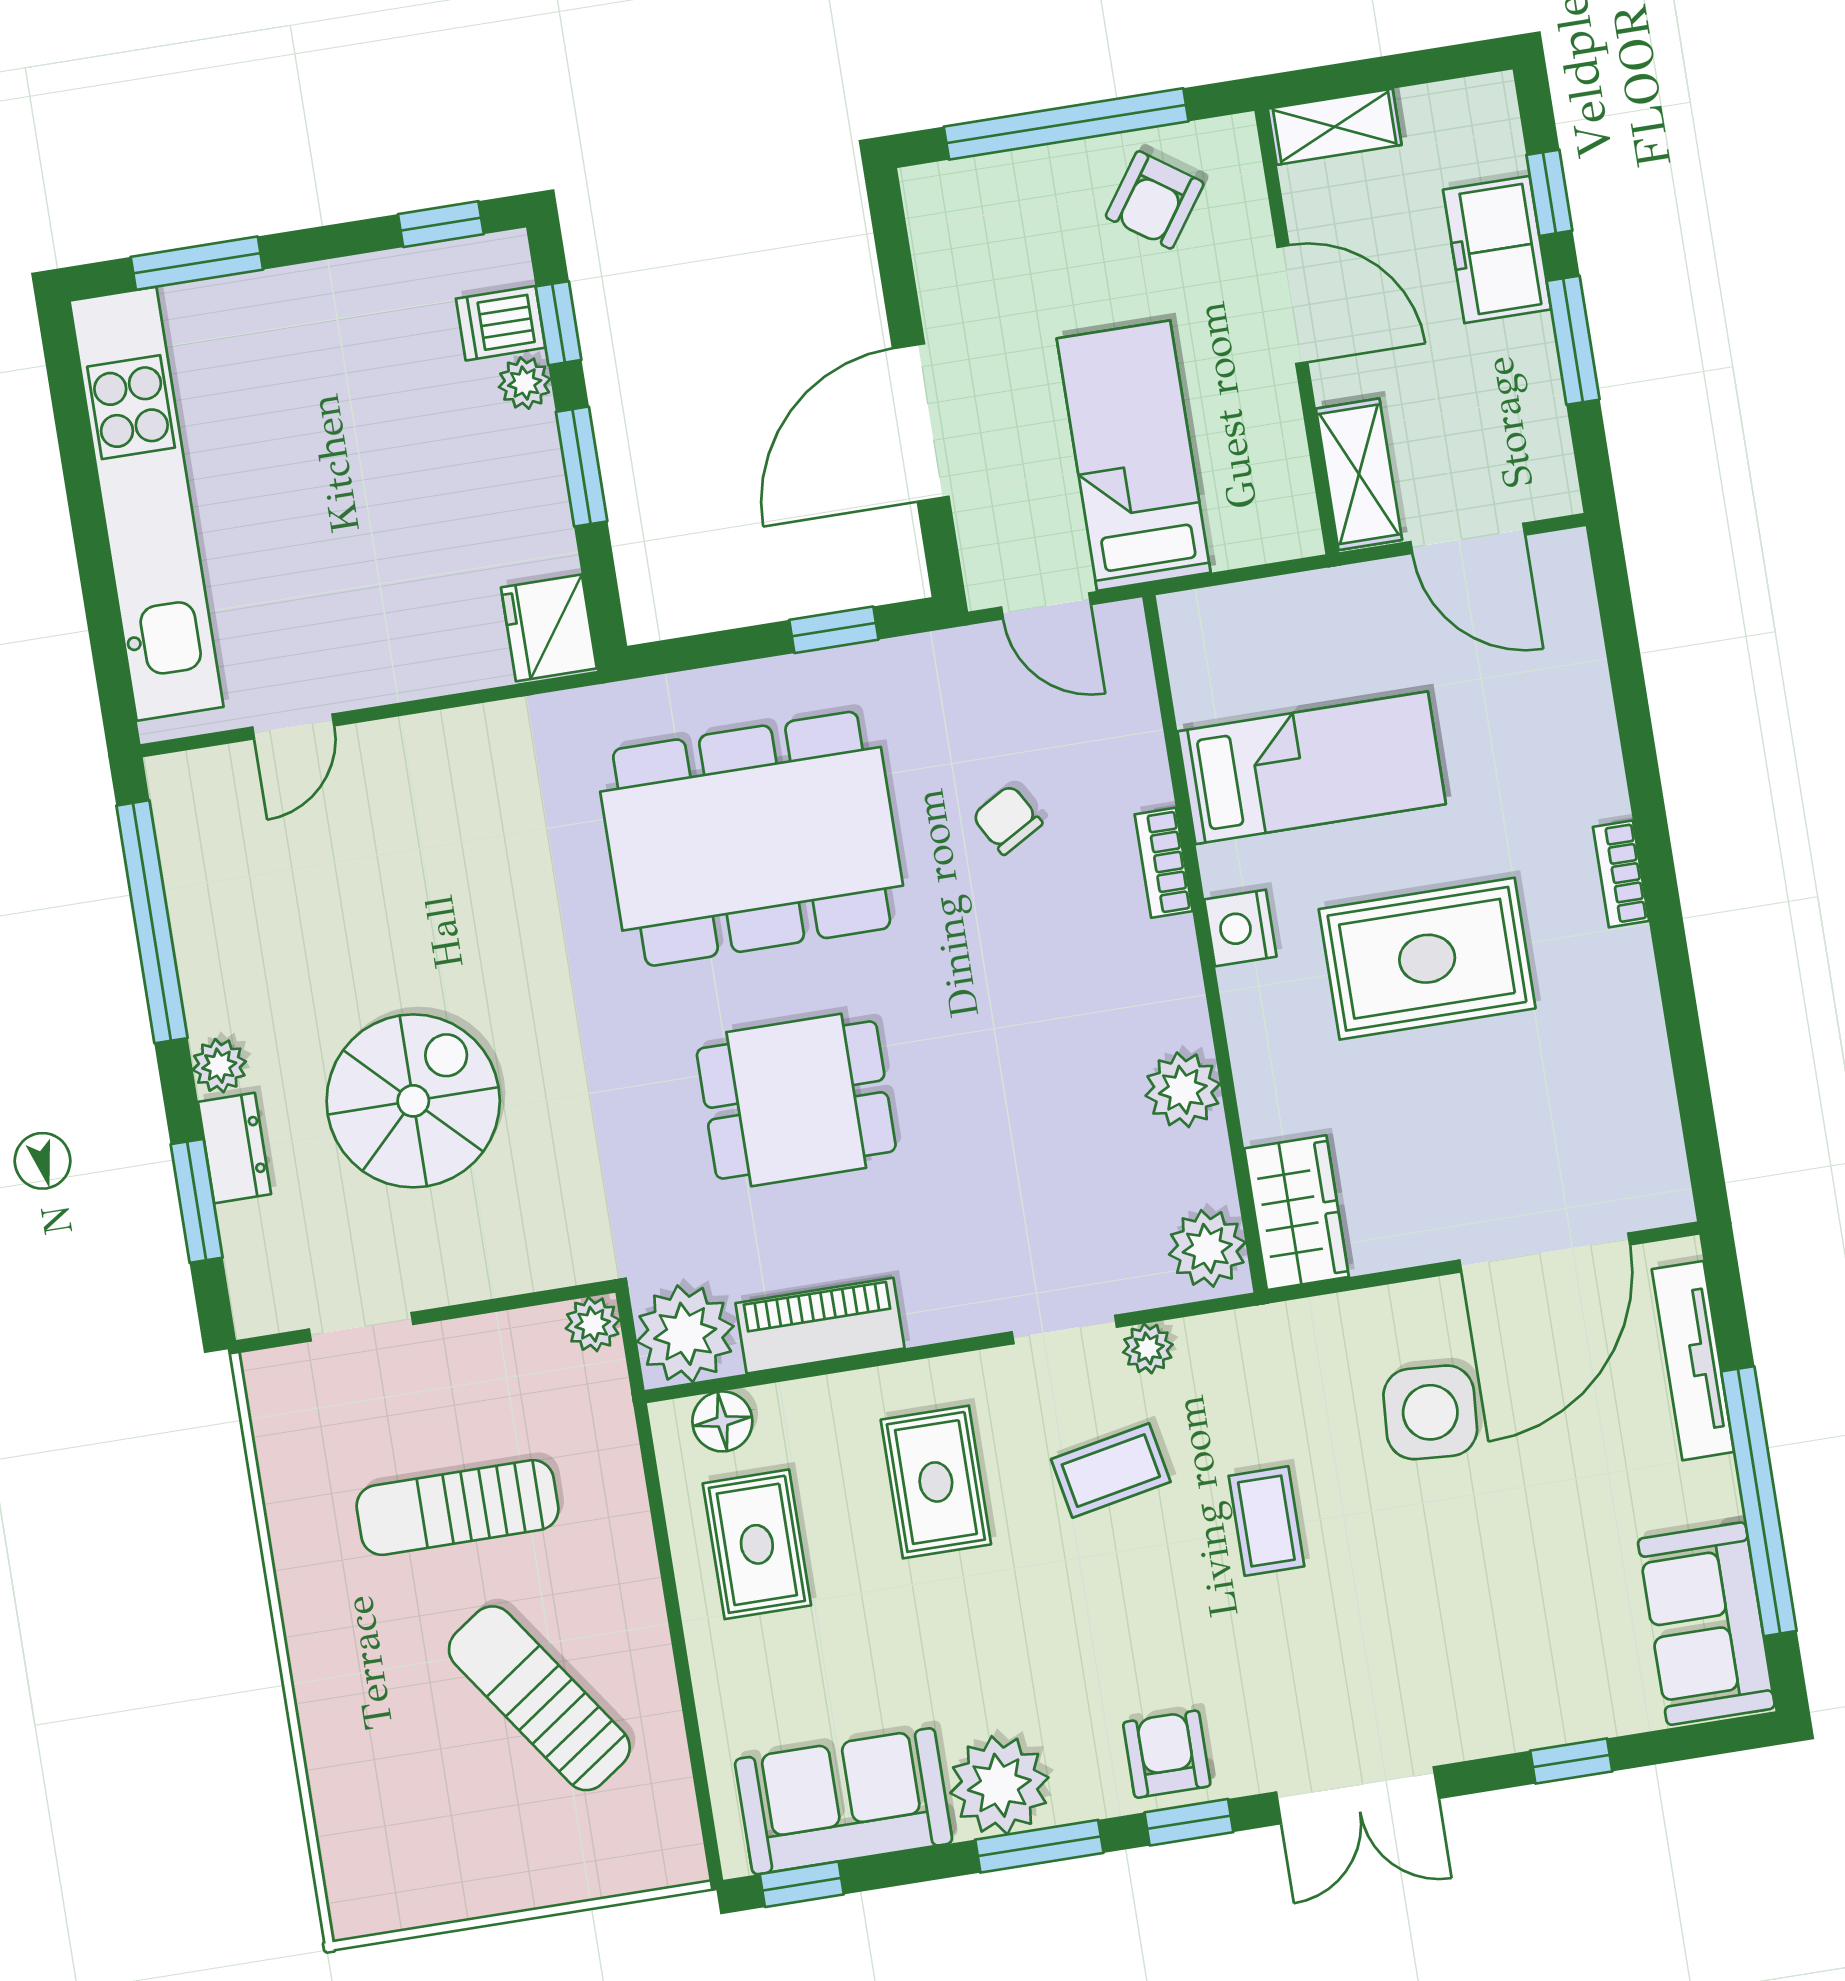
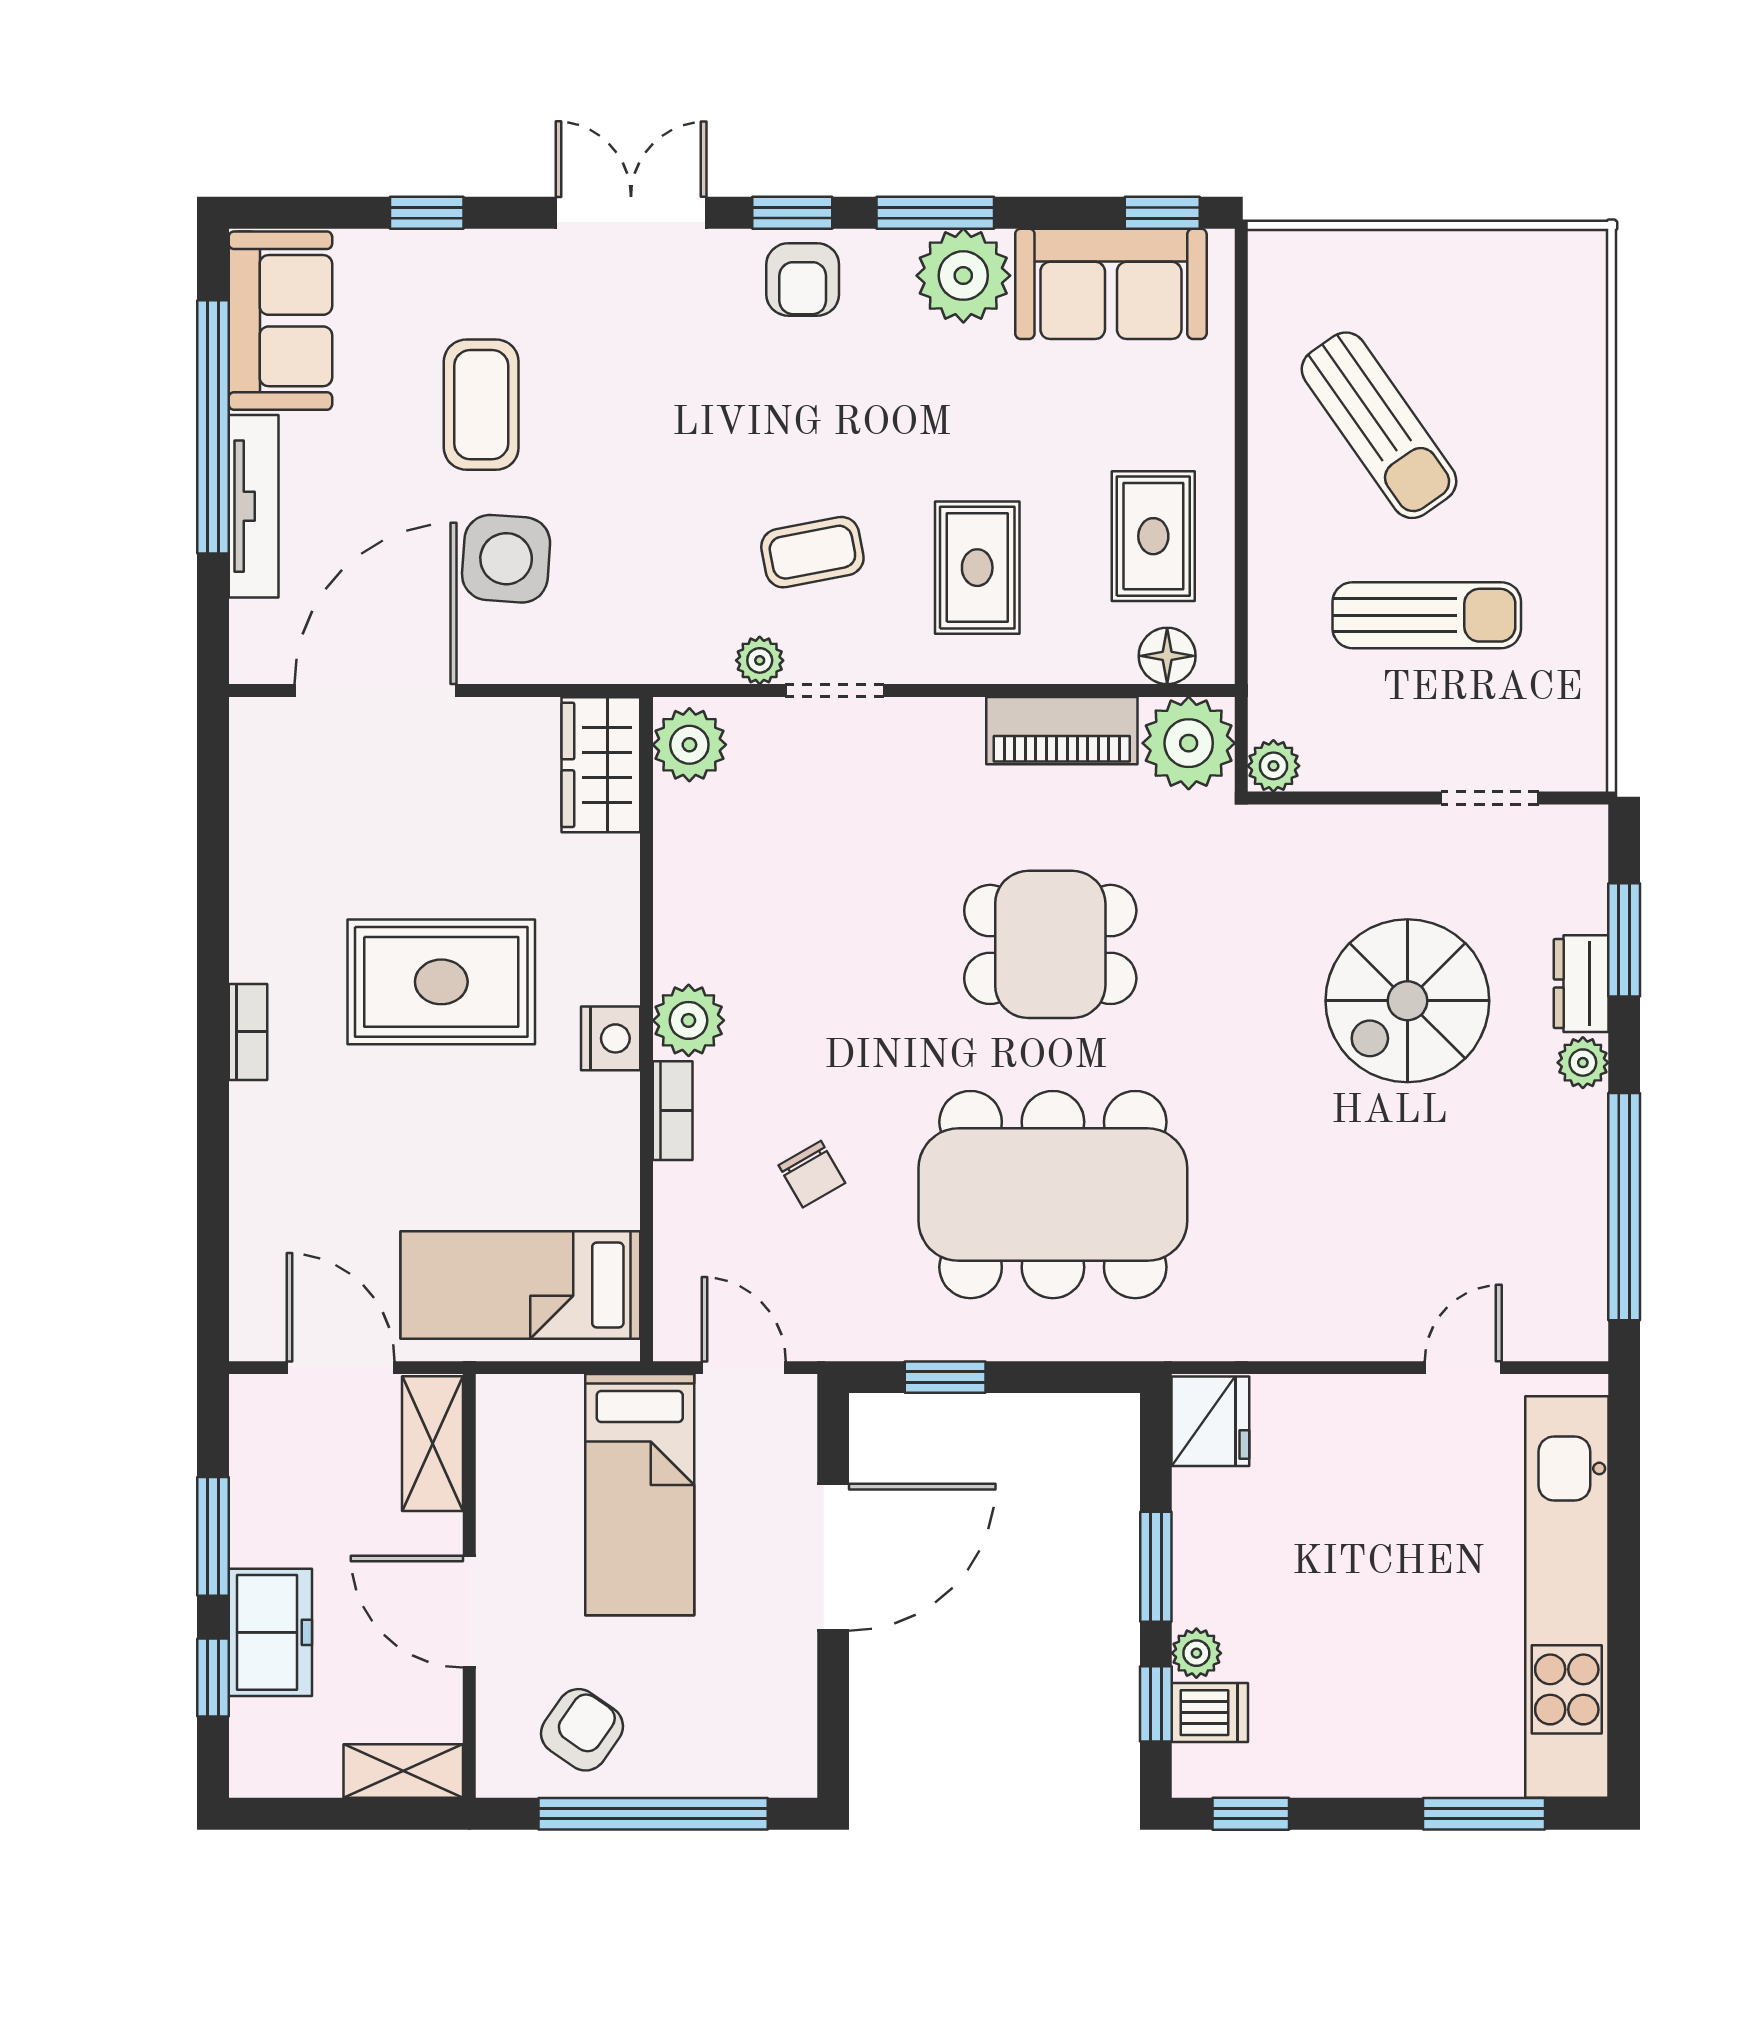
bed: (1312, 768) -> (520, 1285), moved
plant: (1183, 1090) -> (689, 1020), moved
tv unit: (1693, 1361) -> (254, 506), moved
coffee table: (1266, 1521) -> (481, 405), moved, width x1.36, depth x1.30

